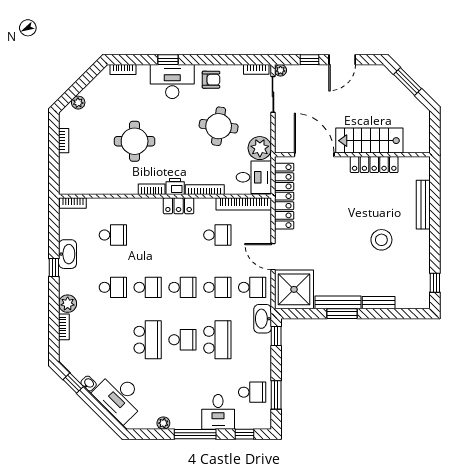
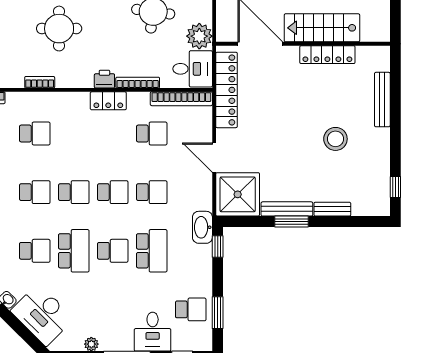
bookcase: (152, 189) -> (40, 82), moved
school desk: (252, 287) -> (35, 251), moved

